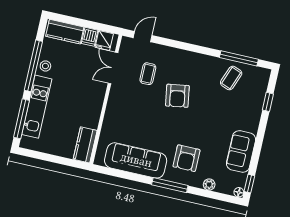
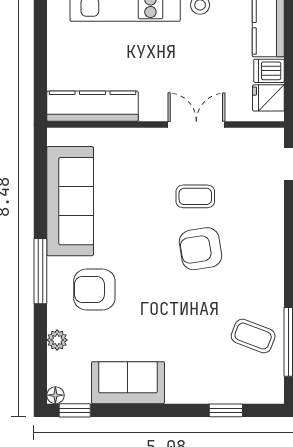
double door: (113, 68) -> (196, 124), moved
coffee table: (148, 74) -> (195, 196), moved
kitchen counter: (85, 145) -> (93, 106), width x1.50

